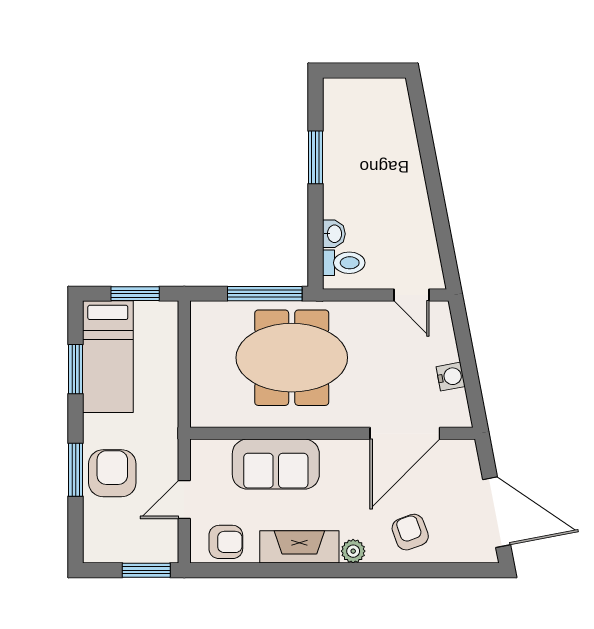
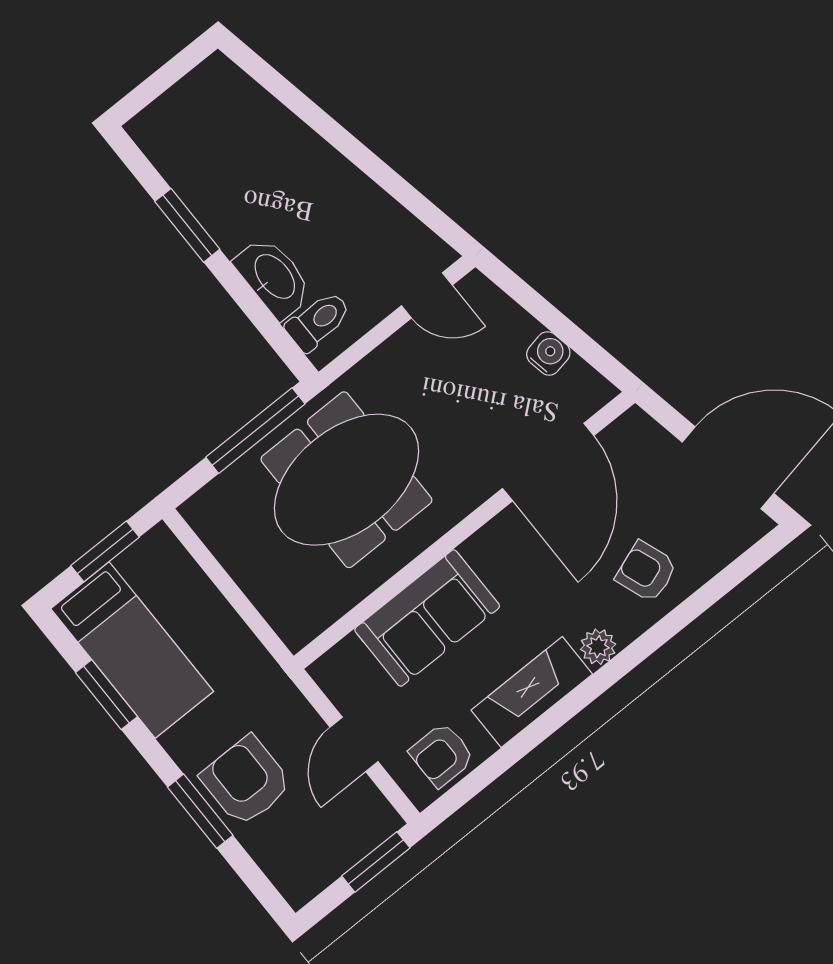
washbasin: (334, 234) -> (274, 277), width x1.91, depth x1.45
armchair: (226, 542) -> (442, 755), turned 180

